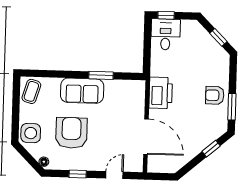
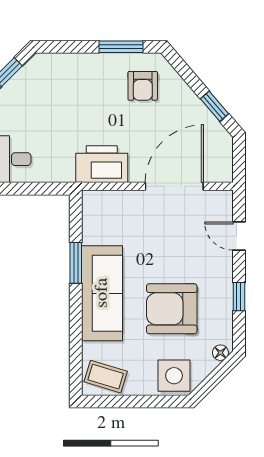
sofa: (82, 91) -> (102, 293), width x1.36
armchair: (215, 95) -> (143, 86), moved
window: (211, 149) -> (215, 106), moved

